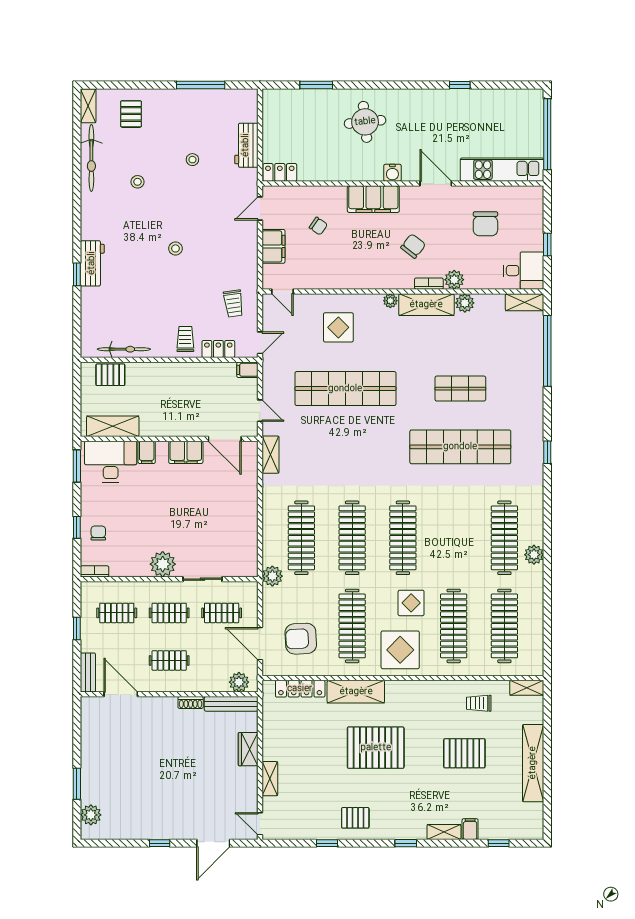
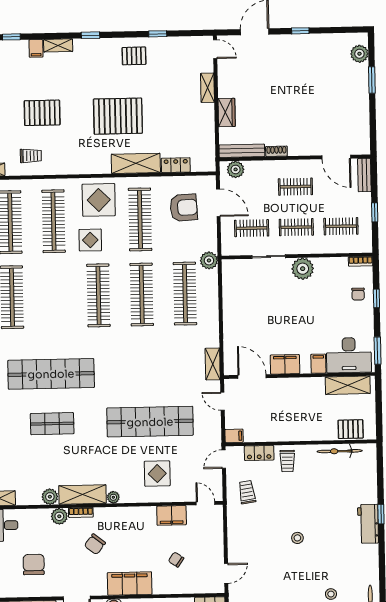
filing cabinet: (273, 246) -> (172, 515), moved, turned -90
locker: (300, 689) -> (176, 165), width x0.66

